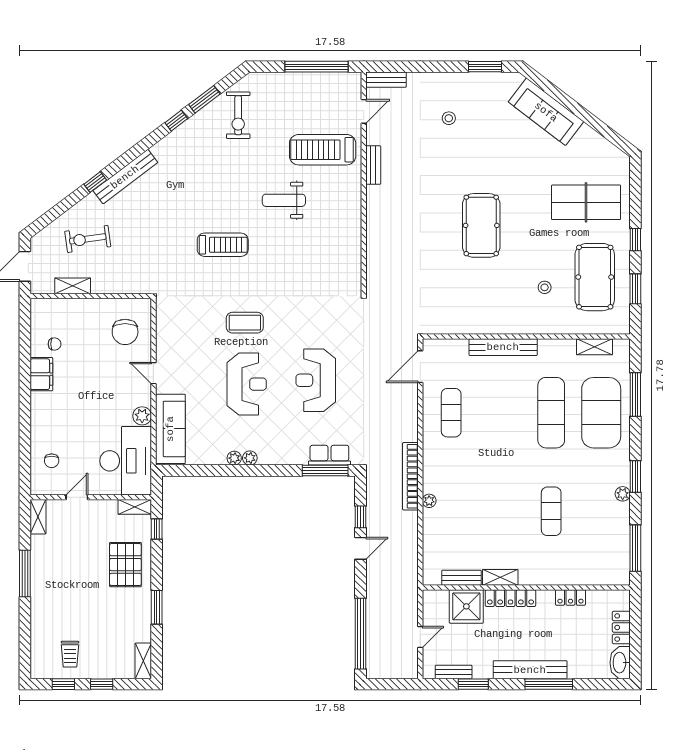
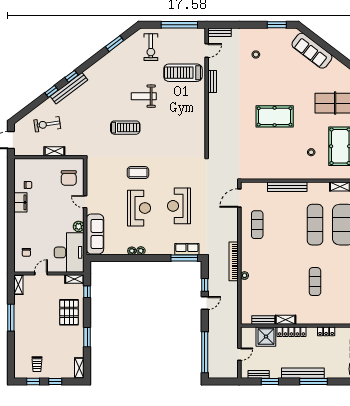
exercise bike: (238, 115) -> (151, 47), moved
window: (176, 121) -> (71, 76), moved
weight bench: (284, 200) -> (144, 96), moved
pool table: (481, 225) -> (275, 116), turned 90
shelving: (73, 286) -> (54, 151), moved

